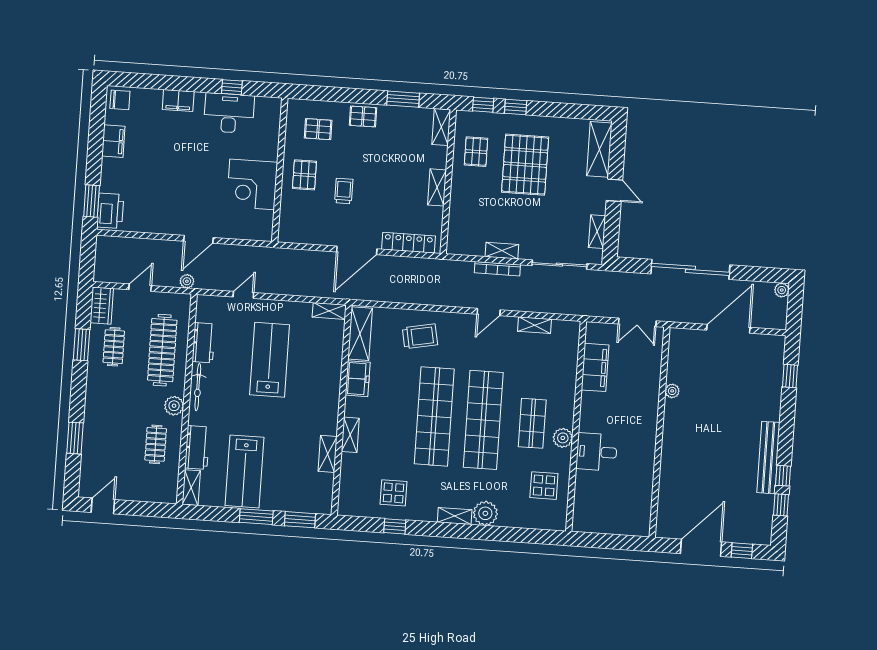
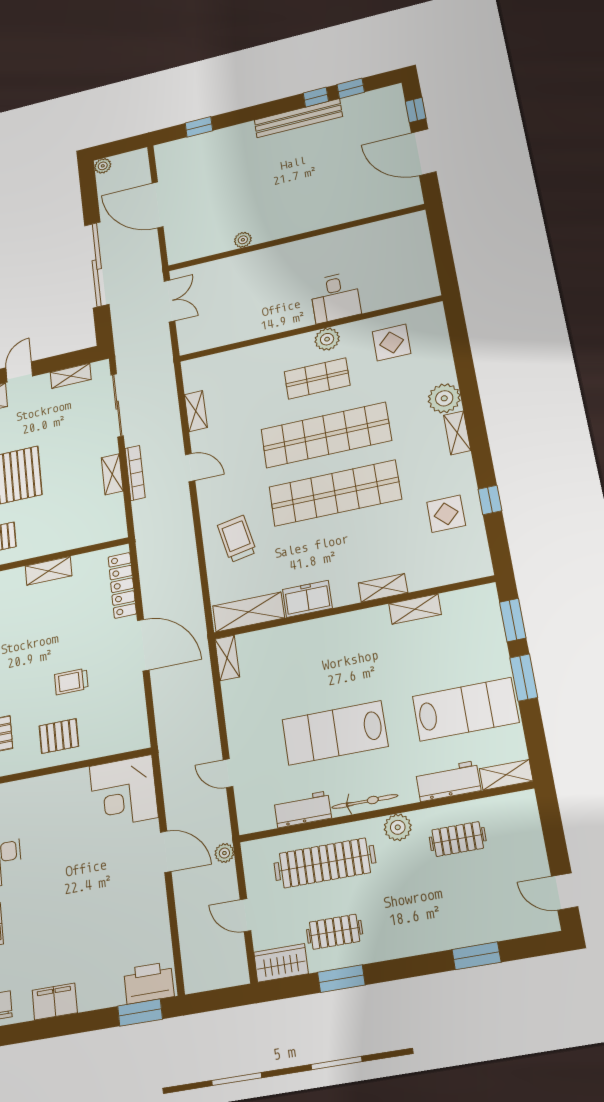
corner desk: (252, 184) -> (124, 792), moved, turned 90
lab bench: (270, 360) -> (335, 733), moved
filing cabinet: (595, 367) -> (233, 330), removed

